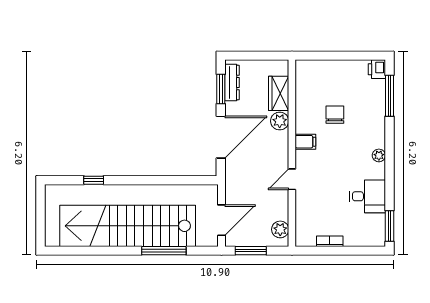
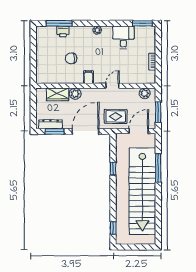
printer: (377, 69) -> (63, 31), moved
door: (221, 137) -> (85, 131), hinge flipped
door: (292, 179) -> (112, 86), swing flipped
window: (94, 180) -> (113, 228), moved
window: (163, 180) -> (113, 169), added
rug: (244, 184) -> (116, 116), added
door: (222, 220) -> (139, 131), hinge flipped

